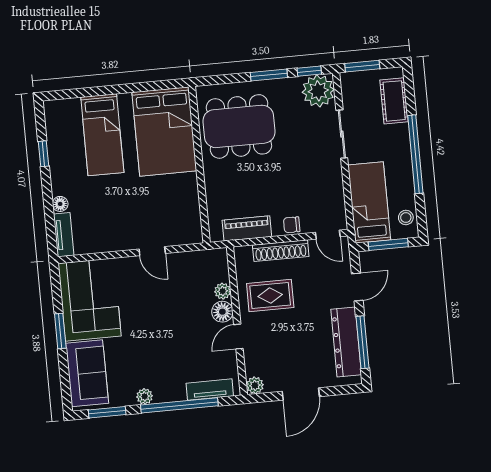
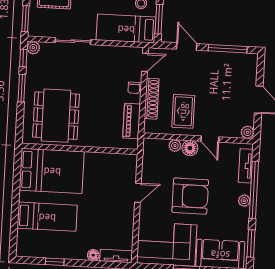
plant: (318, 91) -> (33, 48), width x0.53, depth x0.53
armchair: (158, 322) -> (190, 196), added
dresser: (346, 342) -> (226, 61), removed
plant: (145, 396) -> (244, 201), moved

